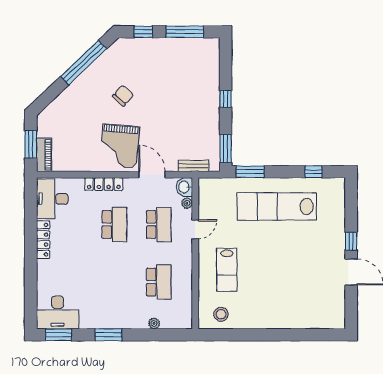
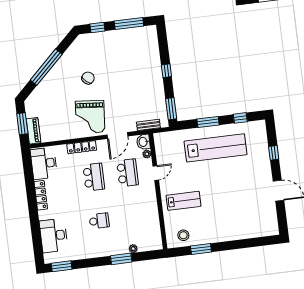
window: (84, 63) -> (46, 67), moved
window: (250, 172) -> (208, 122), moved
door: (152, 175) -> (117, 135), swing flipped
lab bench: (277, 206) -> (216, 148), turned 180
window: (351, 241) -> (274, 153), moved
lab bench: (227, 270) -> (184, 201), turned -90
school desk: (159, 282) -> (99, 221), moved, width x0.54
desk: (58, 312) -> (54, 236), moved, turned 90
window: (109, 335) -> (121, 259), moved
window: (241, 335) -> (201, 249), added

